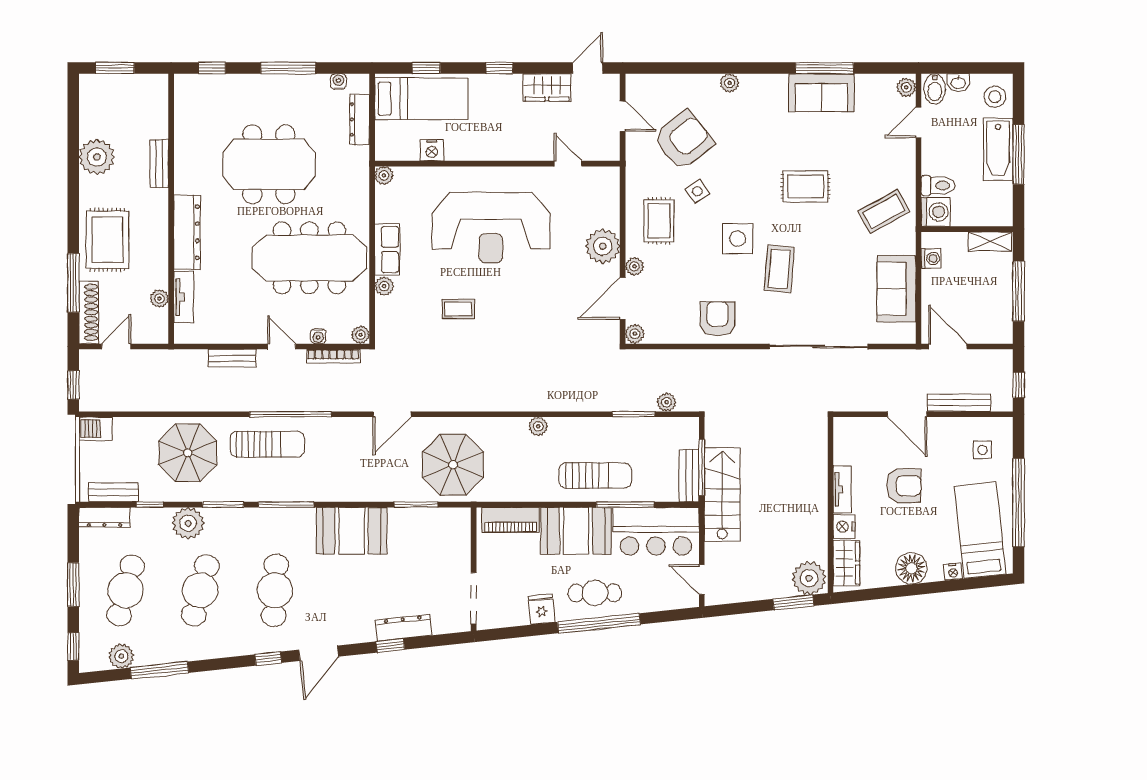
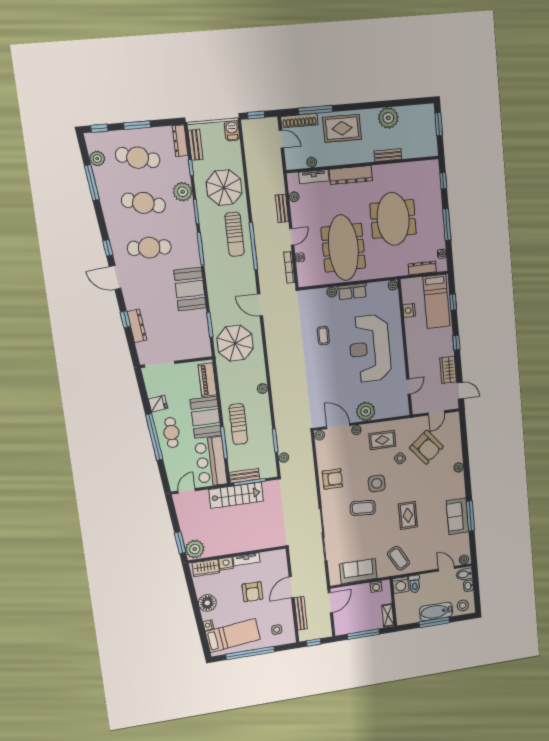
plant: (360, 335) -> (294, 197), moved

